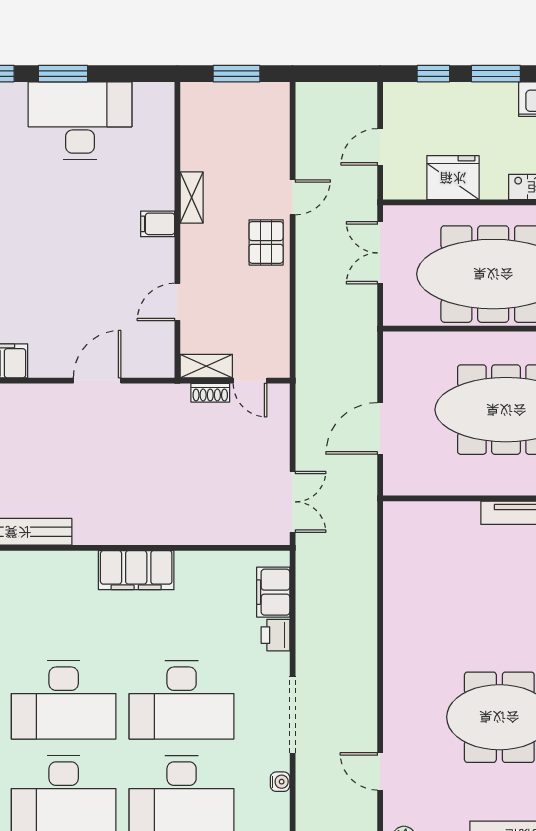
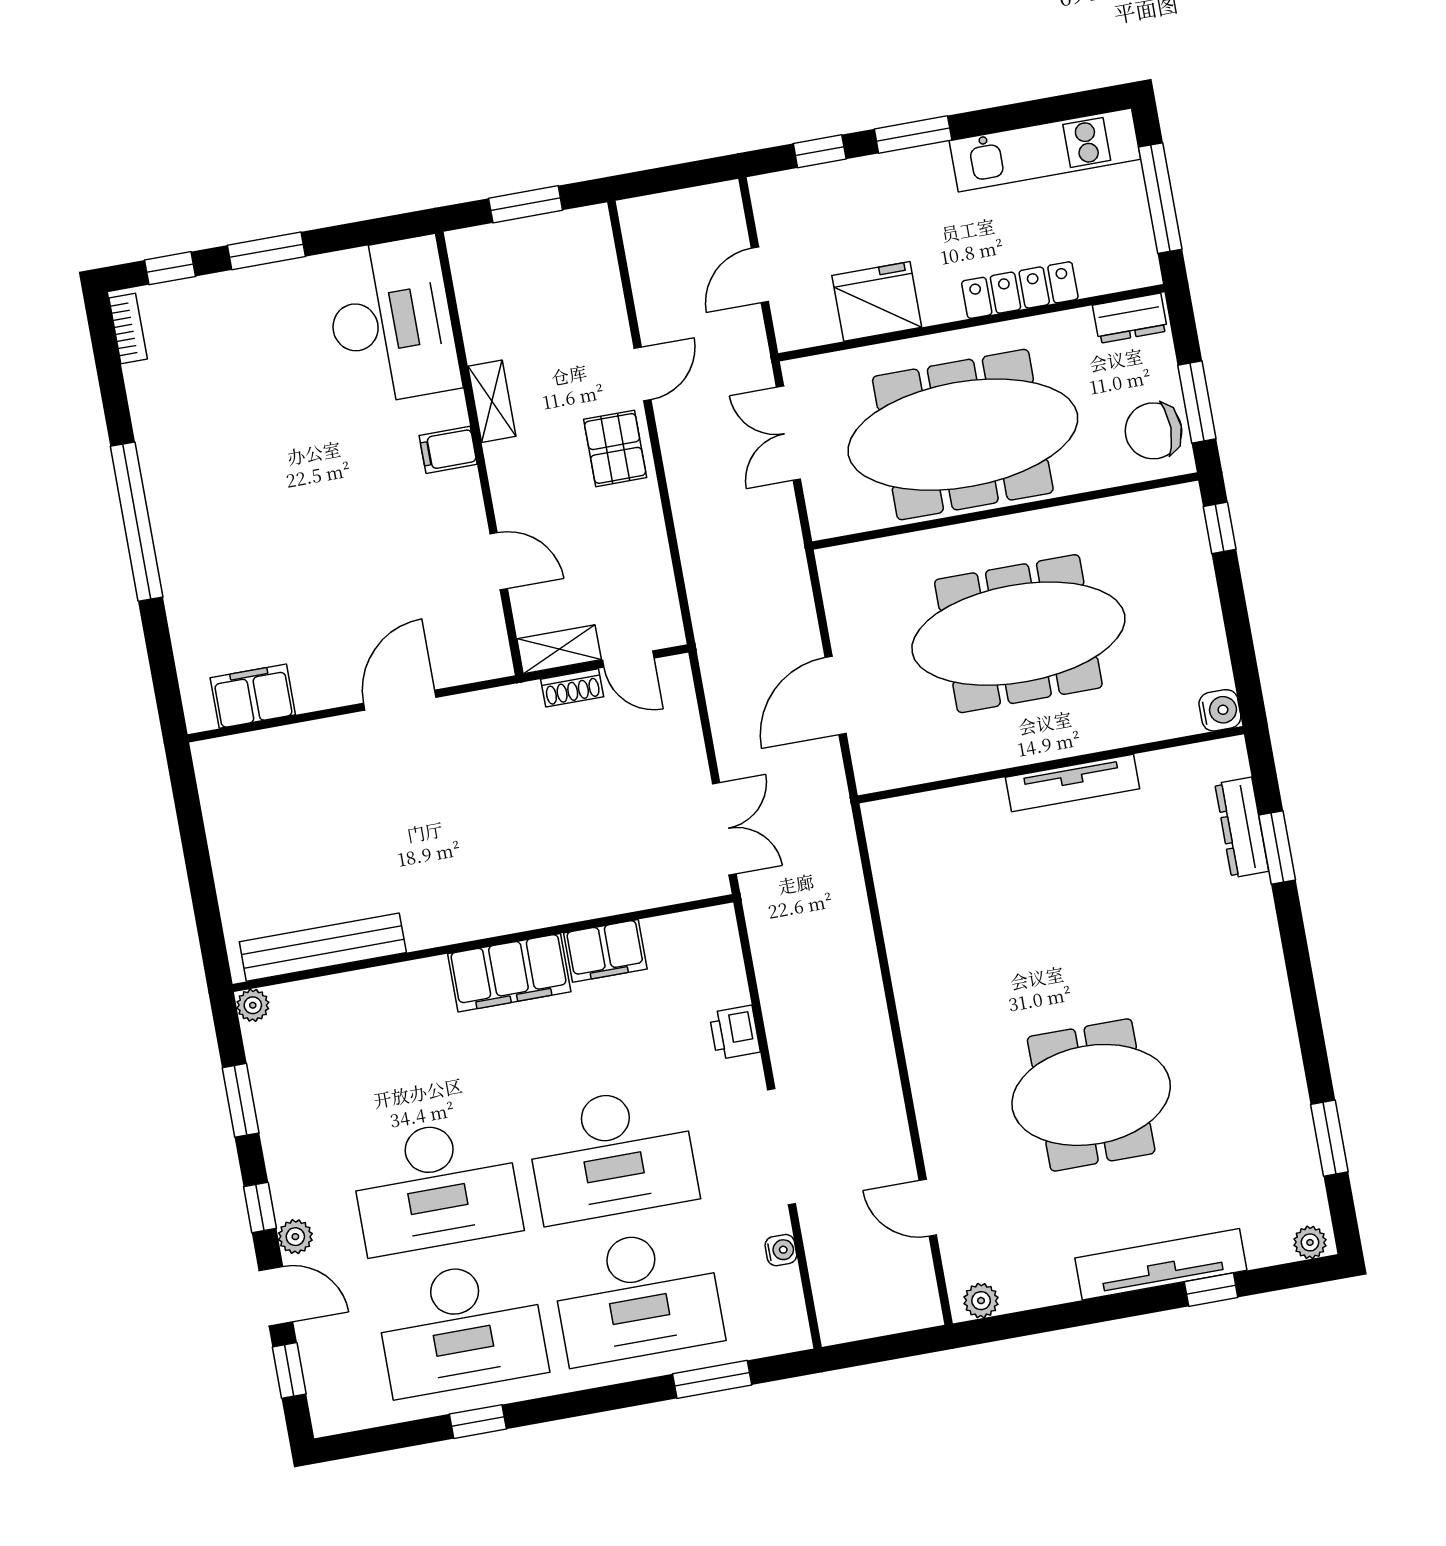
desk: (80, 121) -> (391, 321), moved, turned 90
door: (177, 302) -> (499, 561), swing flipped
filing cabinet: (273, 592) -> (605, 951), moved, turned -90

